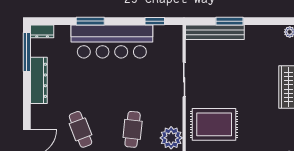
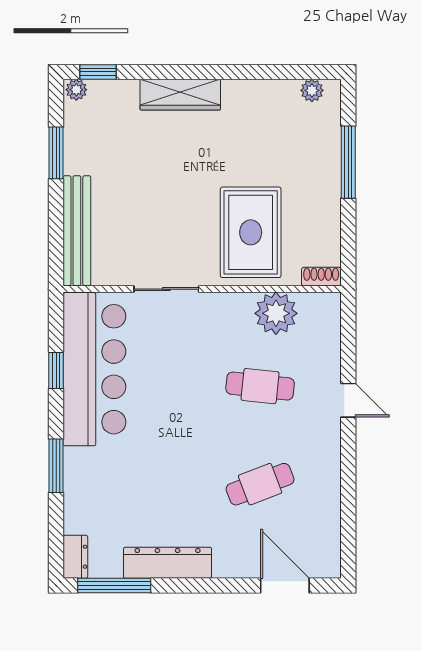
window: (155, 21) -> (56, 370), moved
window: (229, 21) -> (56, 153), moved
bar counter: (112, 42) -> (94, 369), moved

